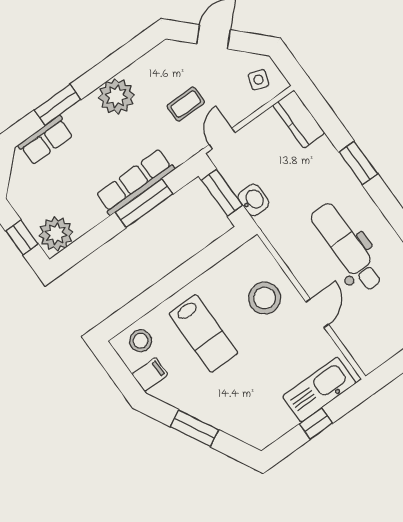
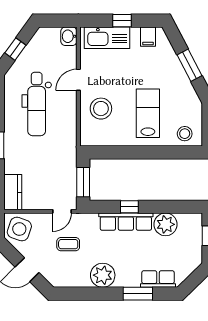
side table: (259, 80) -> (19, 229), width x1.87, depth x1.87
washbasin: (253, 200) -> (69, 36), moved
window: (144, 203) -> (129, 207), width x0.46
plant: (56, 234) -> (166, 224), moved
filing cabinet: (150, 374) -> (148, 37), moved, turned -90

